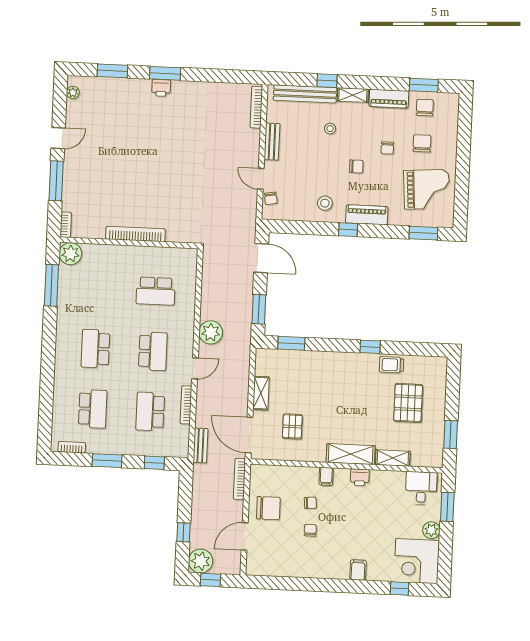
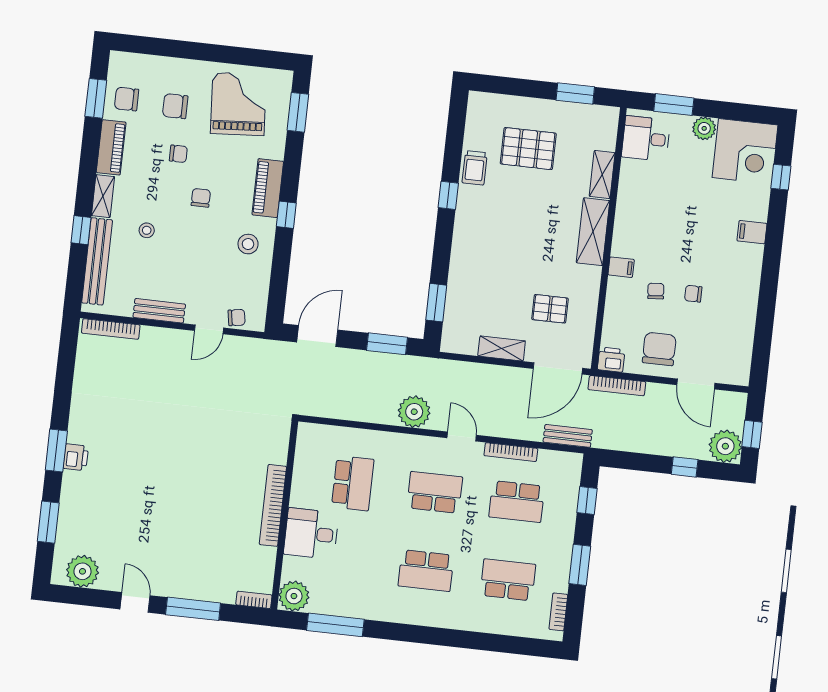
plant: (73, 92) -> (82, 571), width x1.88, depth x1.88
desk: (117, 263) -> (311, 534), added
printer: (360, 477) -> (611, 360), moved, turned -90

